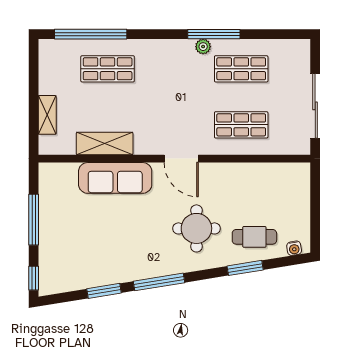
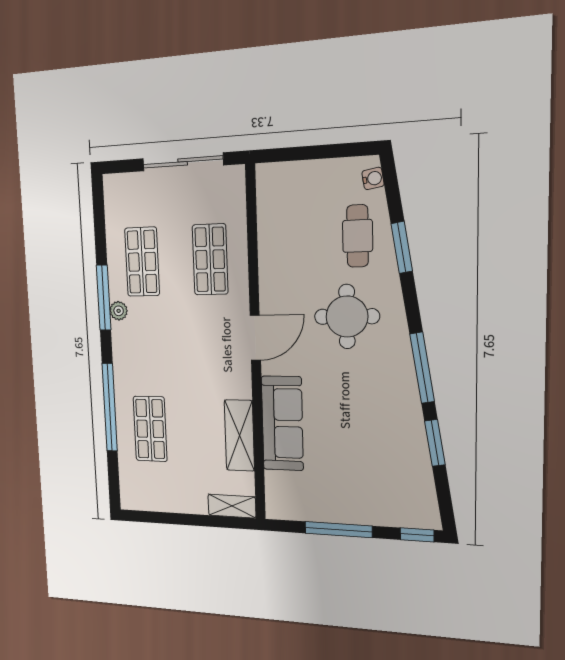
window: (91, 34) -> (110, 407), moved
shelving: (47, 115) -> (232, 506), moved

